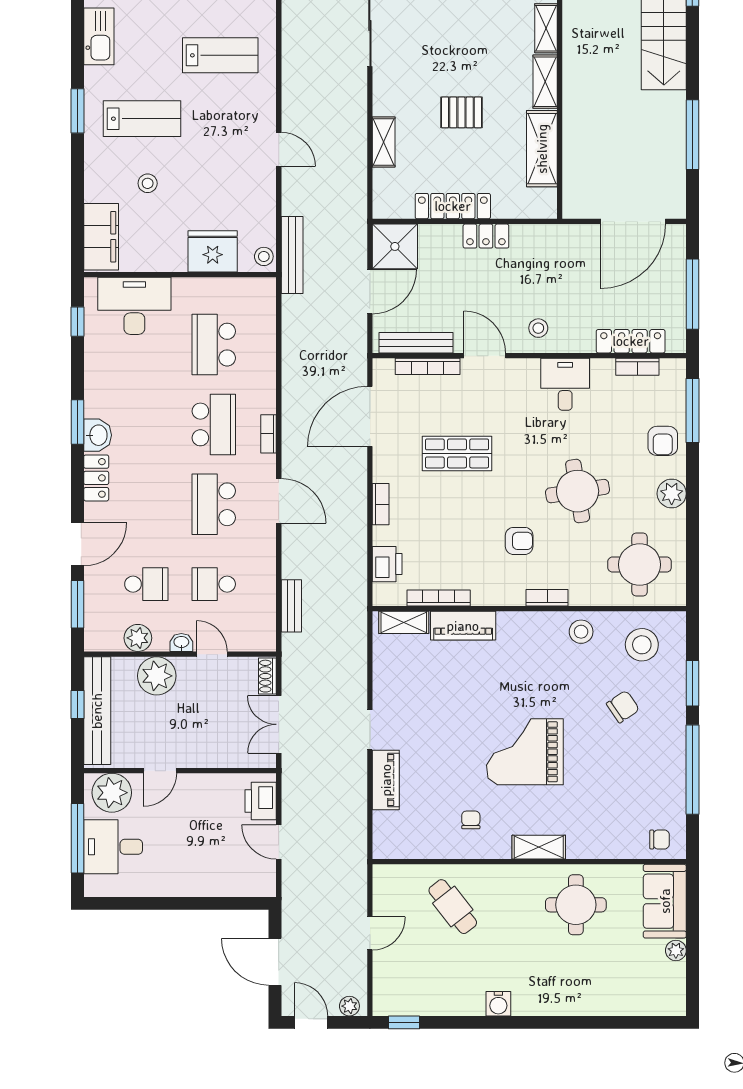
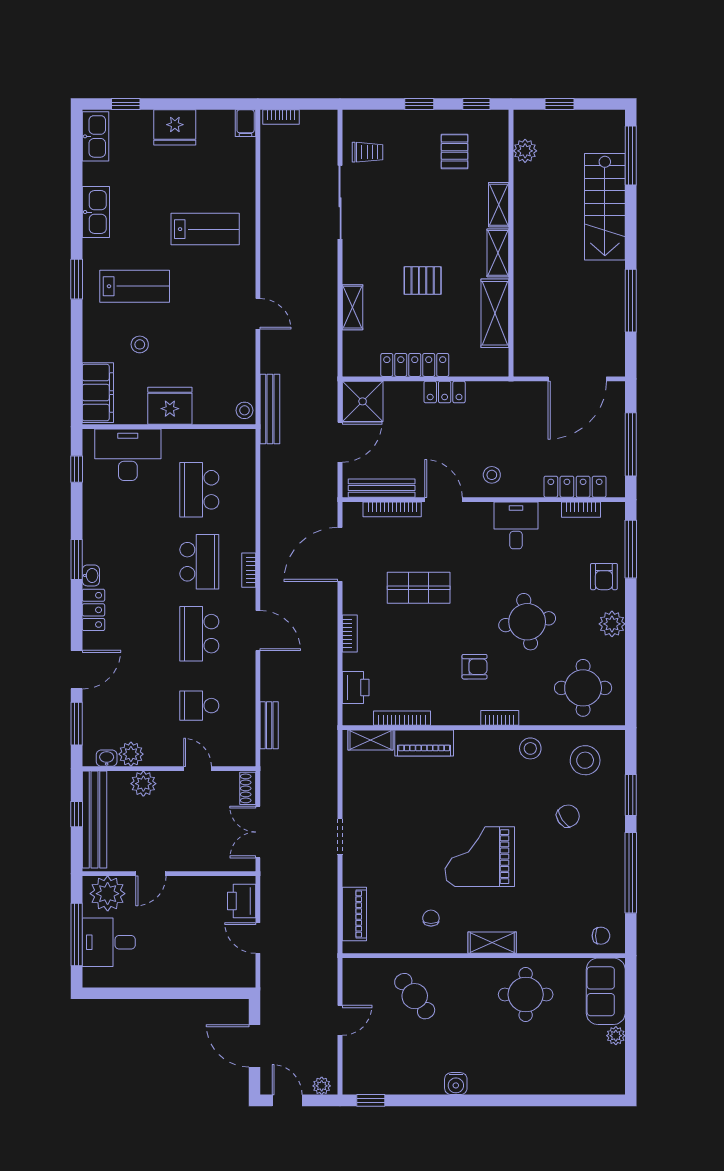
fridge: (213, 251) -> (170, 406), moved
washbasin: (98, 435) -> (91, 575), width x0.72, depth x0.69
school desk: (146, 584) -> (139, 706), removed
washbasin: (181, 642) -> (107, 758), moved
plant: (157, 676) -> (143, 784), width x0.73, depth x0.73
piano: (386, 780) -> (354, 914), moved

